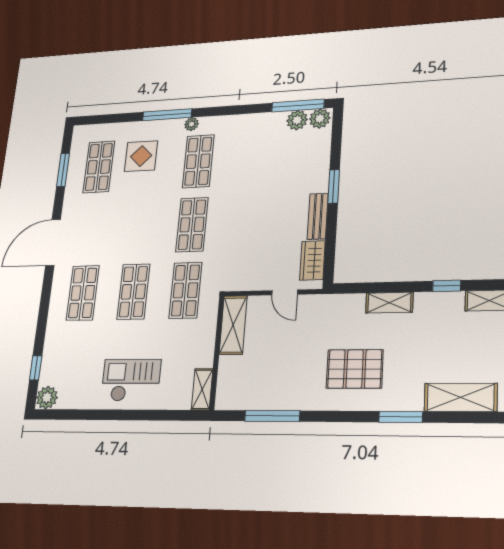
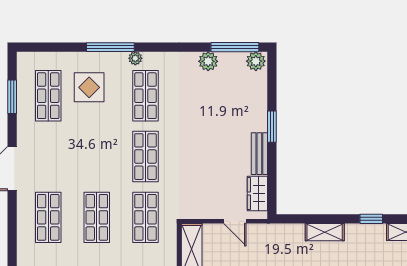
plant: (297, 120) -> (208, 61), moved

